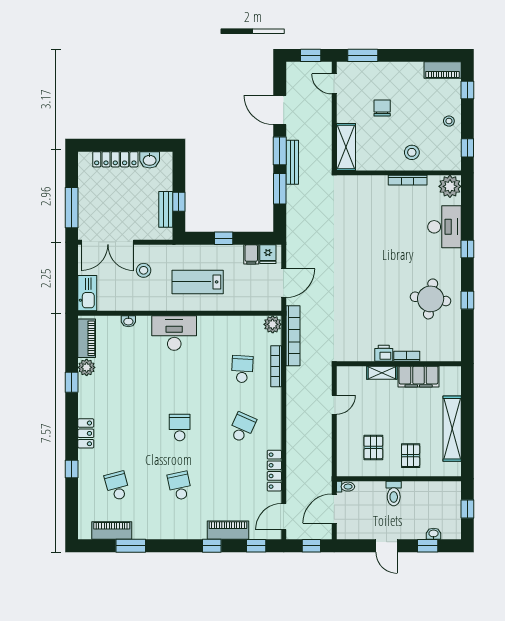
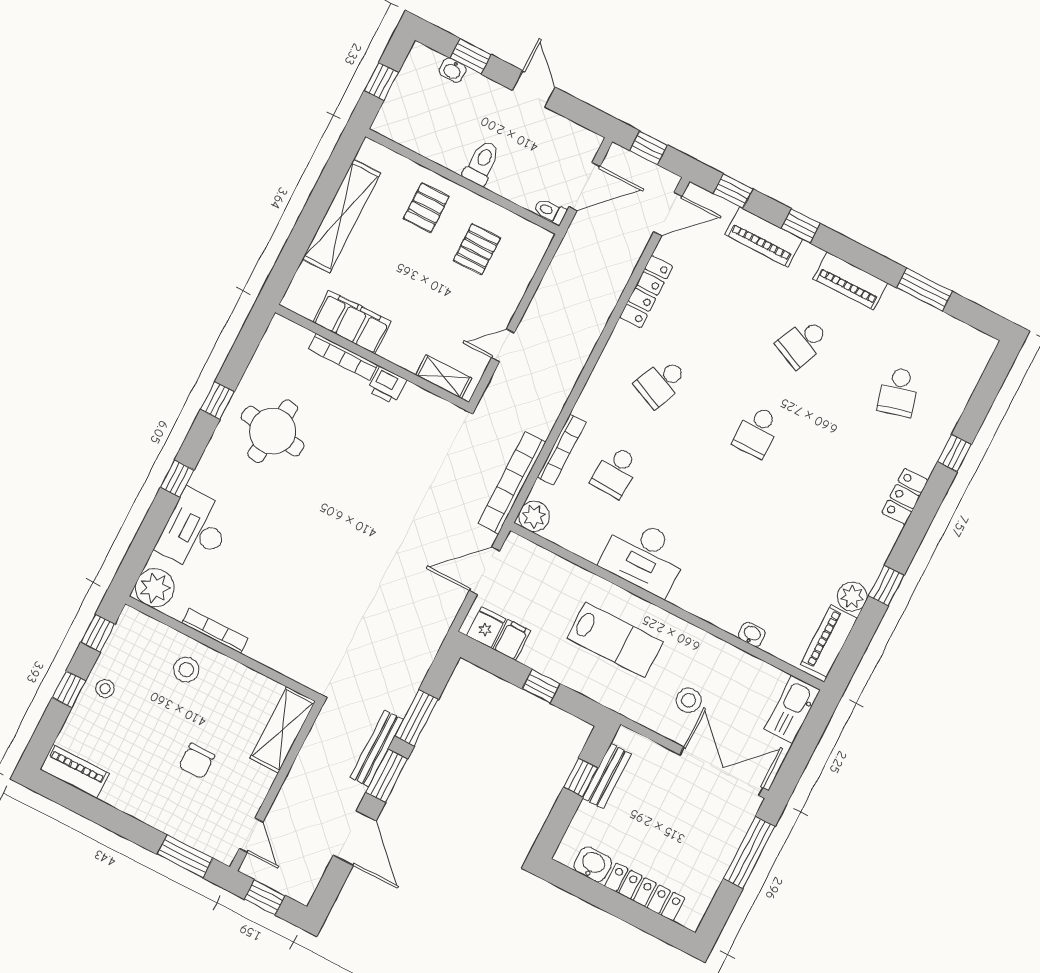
window: (467, 90) -> (69, 689), moved
desk: (174, 333) -> (644, 556), moved
bookcase: (407, 356) -> (343, 357), width x1.56
shelving: (382, 373) -> (444, 377), moved
school desk: (180, 486) -> (803, 343), turned 36
piano: (112, 531) -> (850, 281), moved

